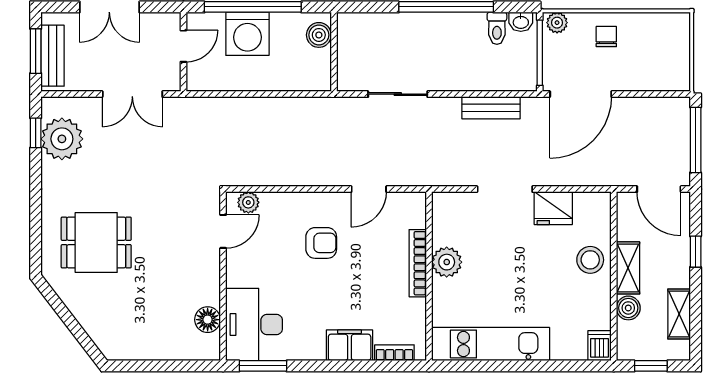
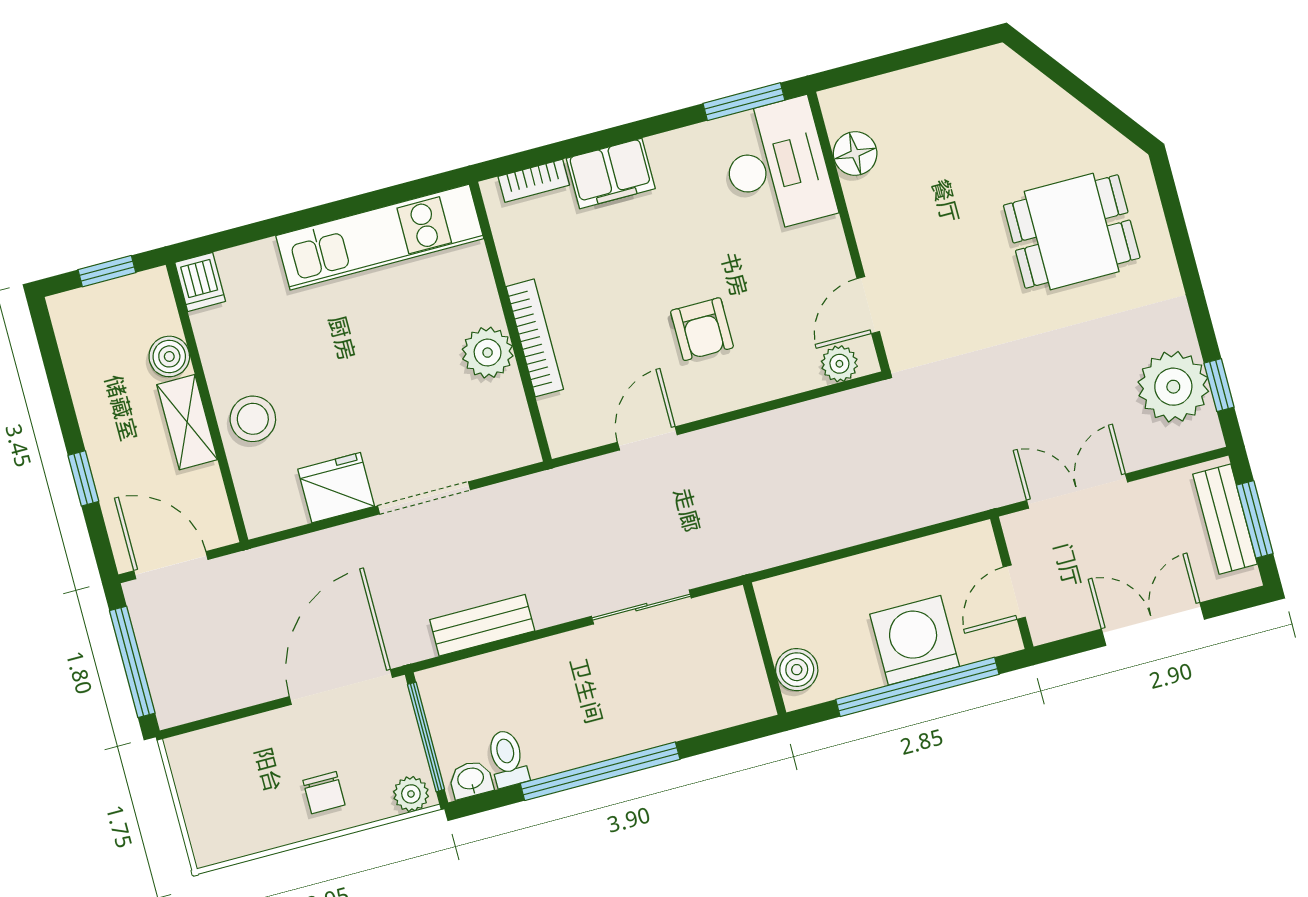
armchair: (321, 243) -> (702, 329), turned -90
shelving: (679, 314) -> (83, 369), removed

